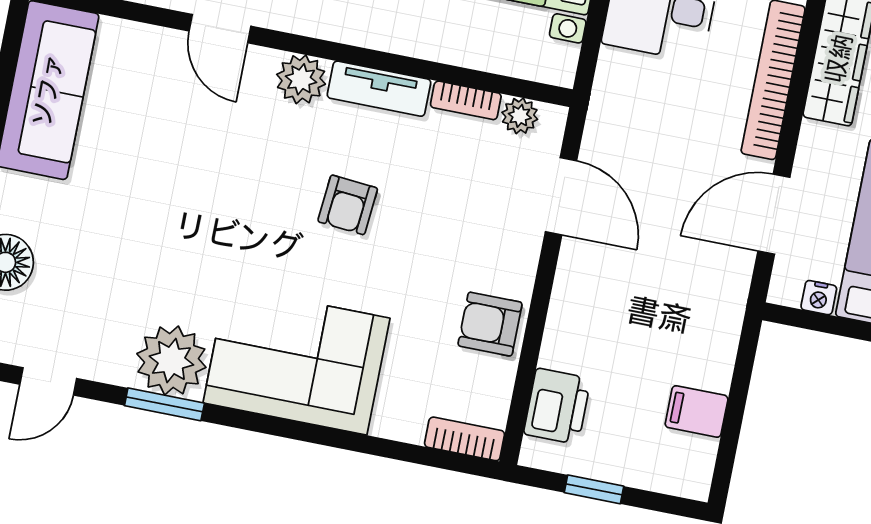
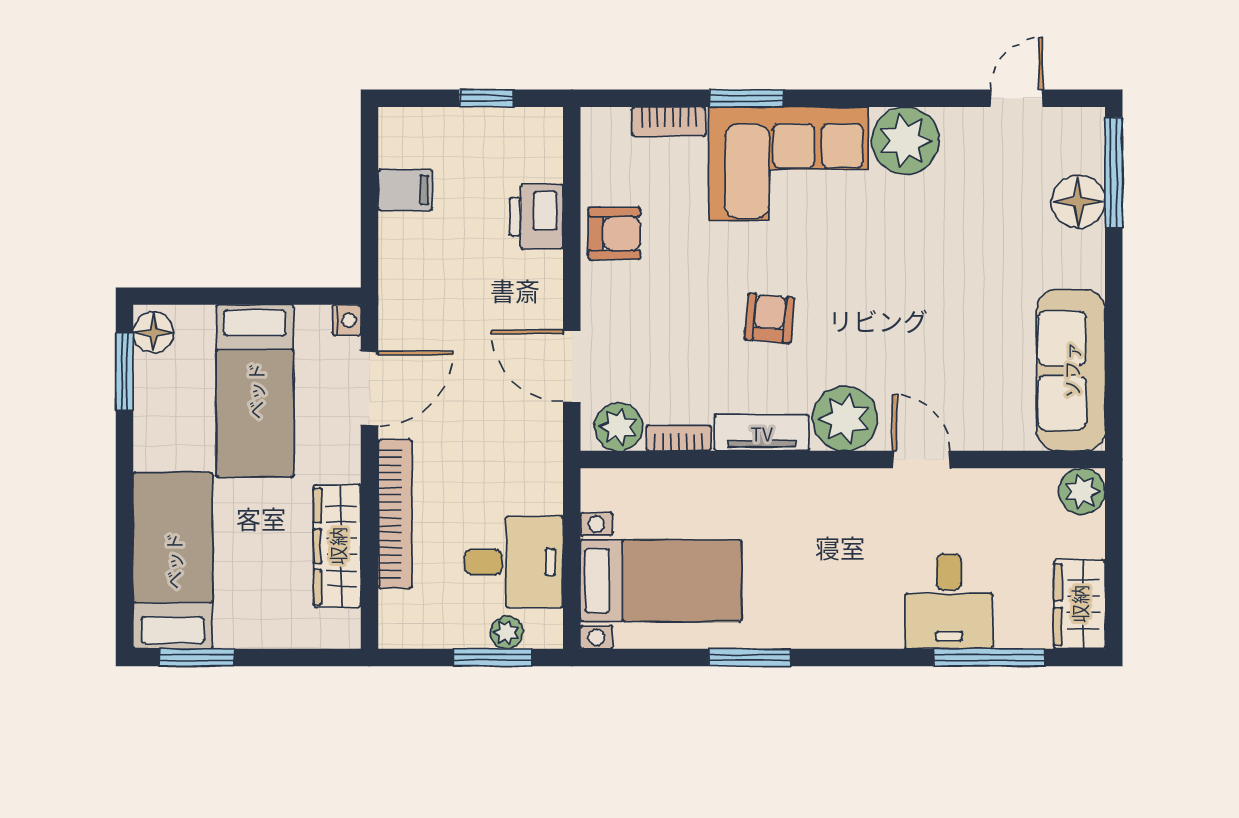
plant: (301, 79) -> (845, 419), width x1.36, depth x1.36
plant: (520, 116) -> (619, 427), width x1.38, depth x1.38
nightstand: (819, 298) -> (347, 320), moved, turned 90
window: (164, 404) -> (747, 98), moved
printer: (557, 406) -> (536, 217), moved
bookcase: (465, 439) -> (669, 122), moved

